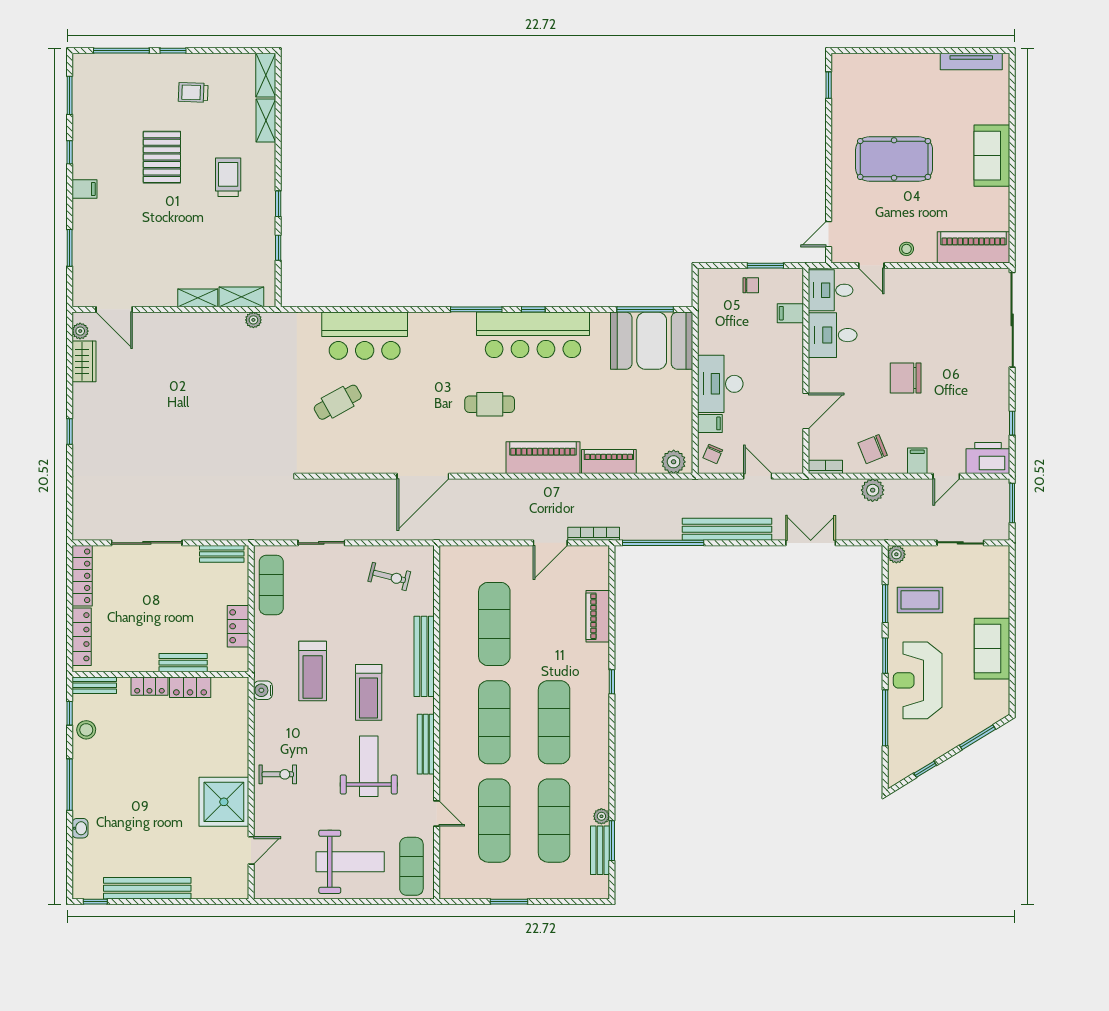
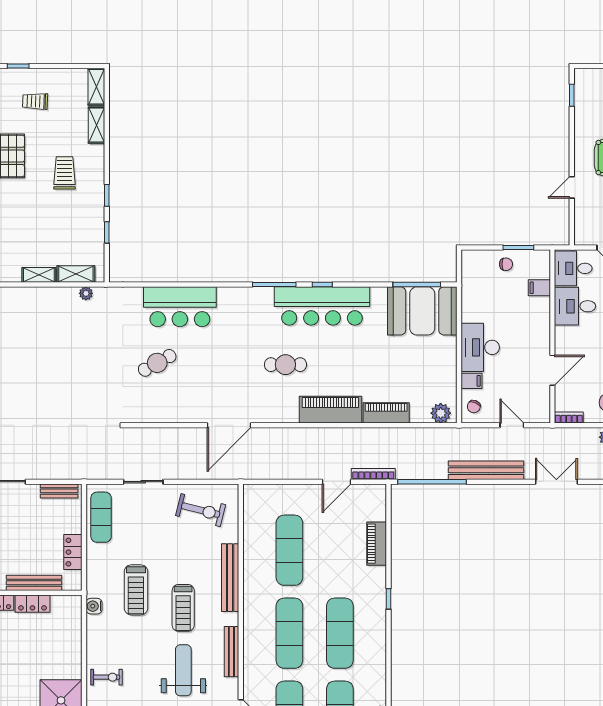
door: (829, 234) -> (572, 187), moved
exercise bike: (389, 577) -> (201, 510), width x1.38, depth x1.39
bench: (183, 663) -> (34, 583), width x1.36

